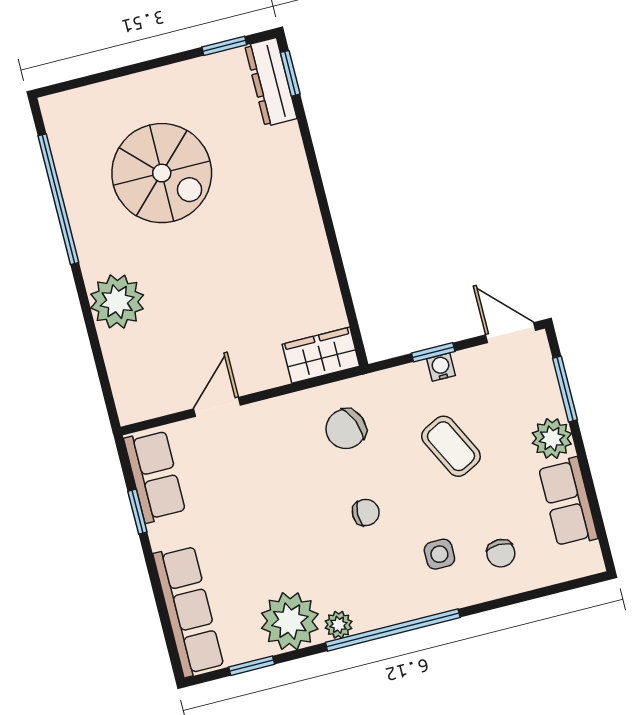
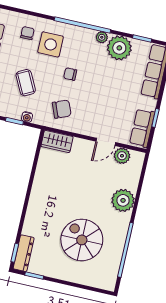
water cooler: (441, 367) -> (27, 117), moved
plant: (168, 395) -> (122, 156), added
side table: (439, 554) -> (51, 44), width x1.87, depth x1.87

